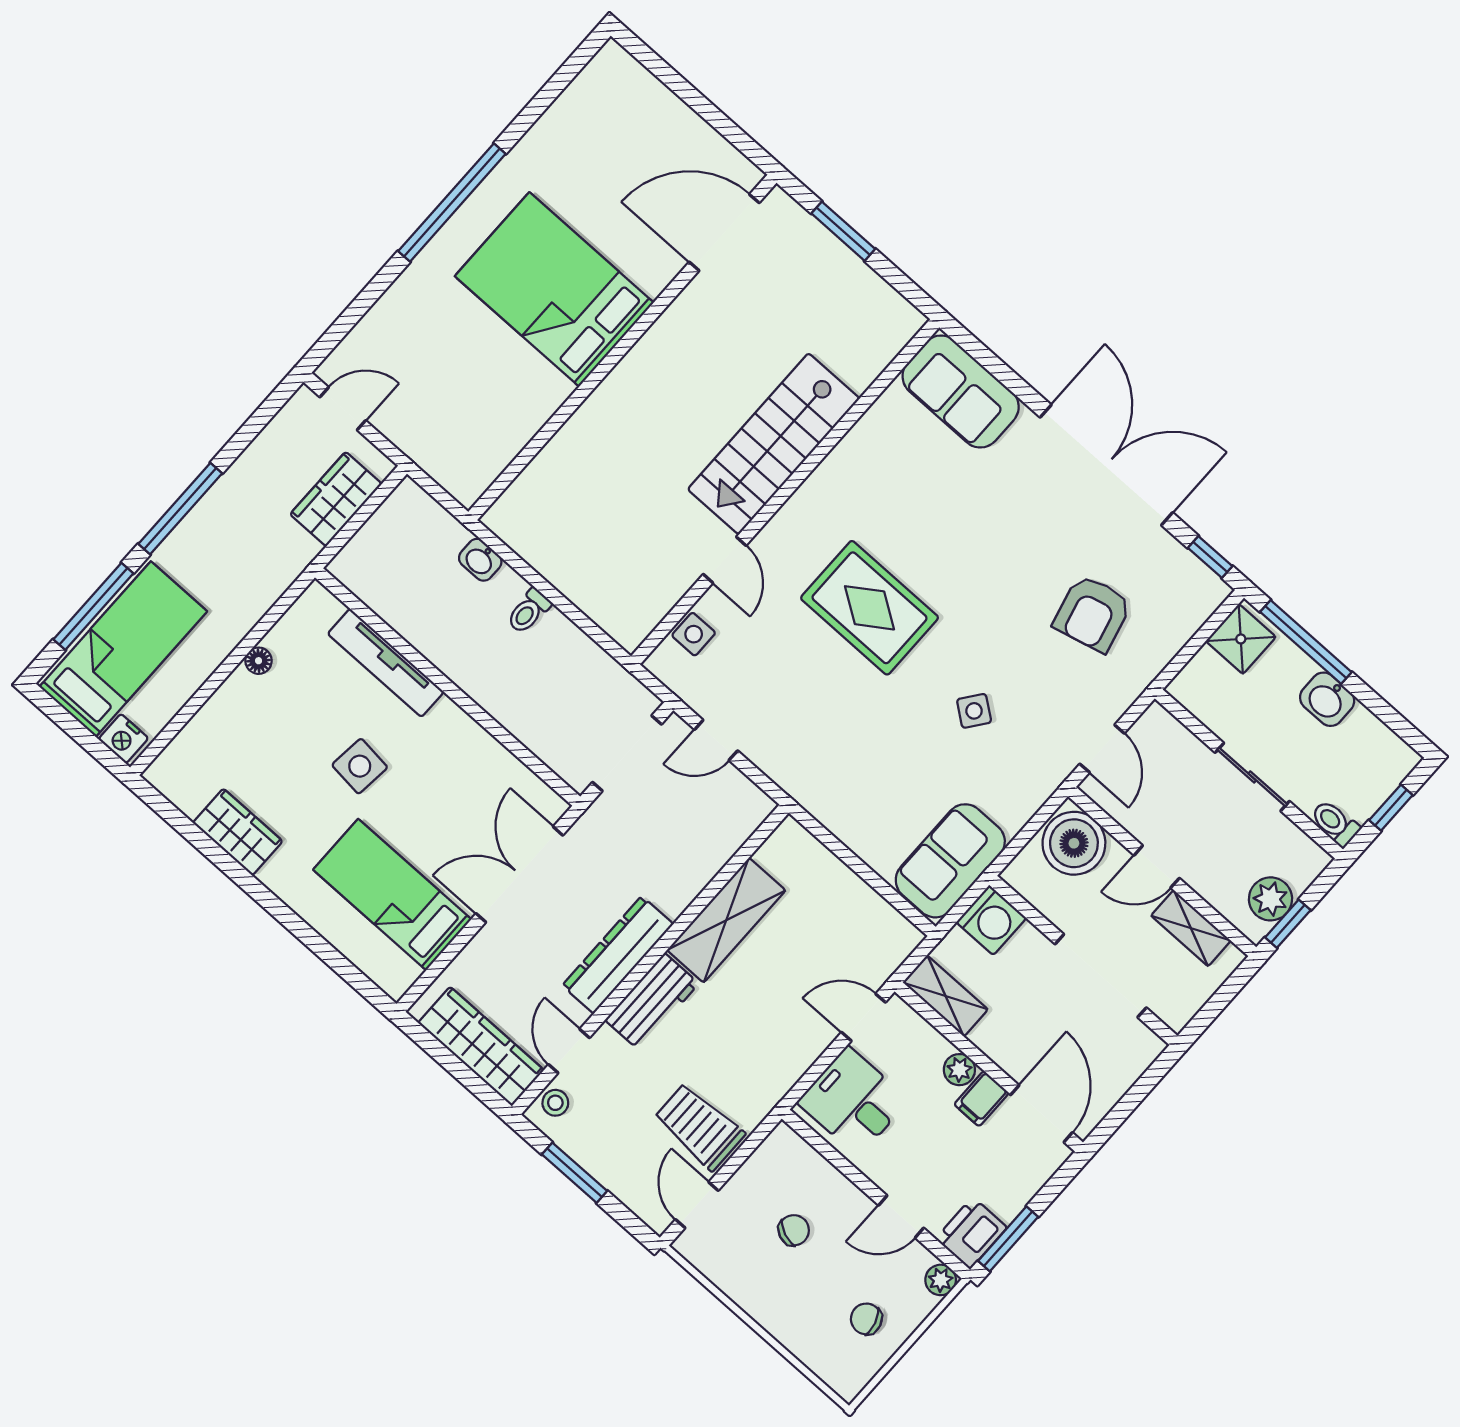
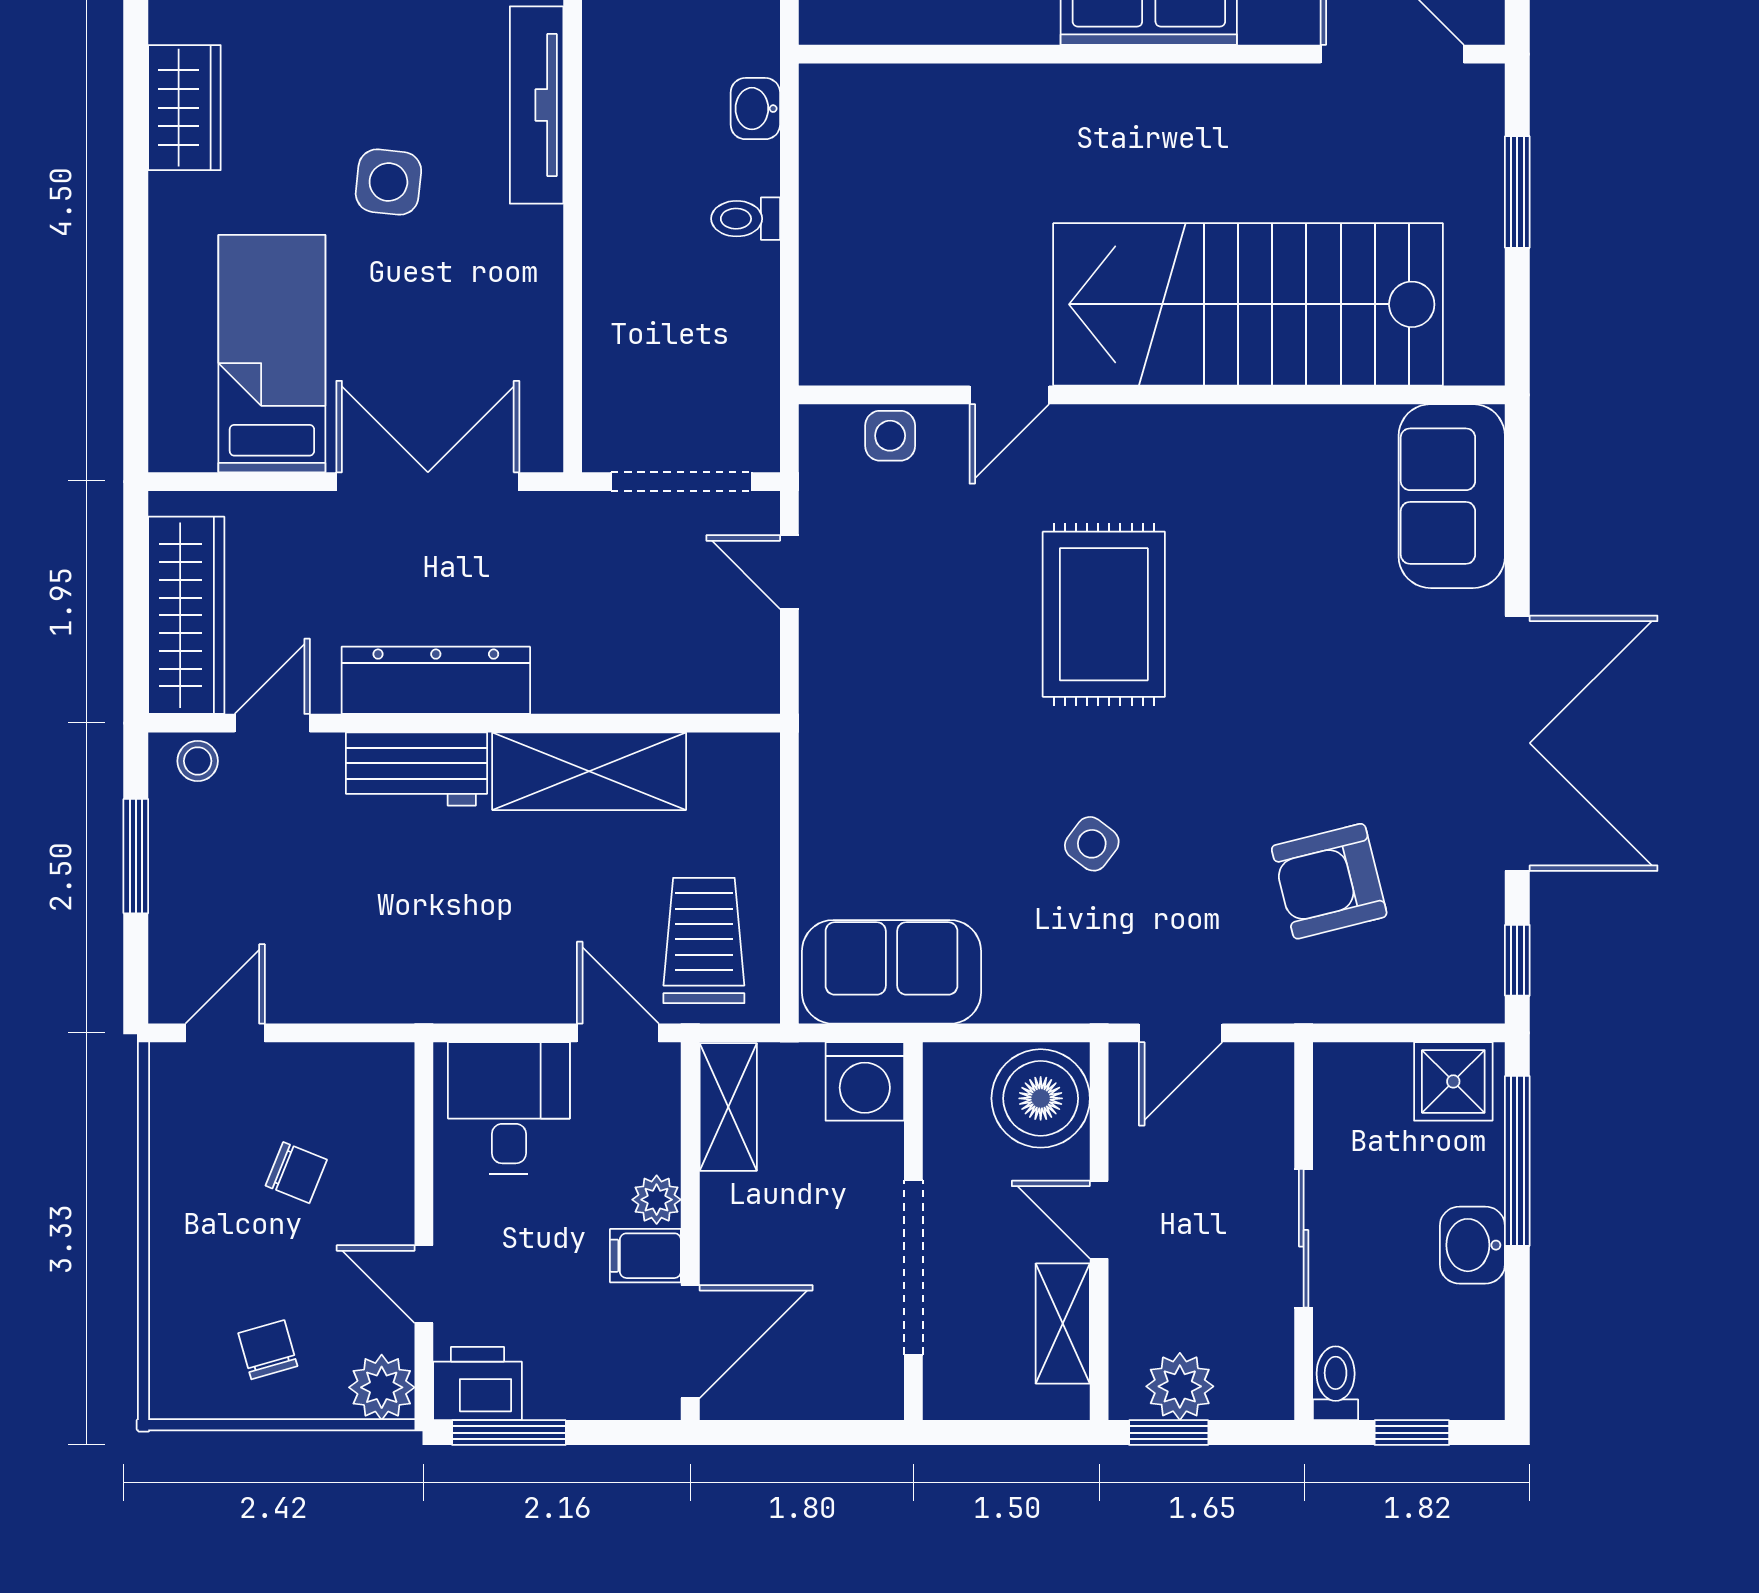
stairs: (774, 444) -> (1248, 304), width x1.36, depth x1.51
trolley: (699, 1127) -> (704, 940), moved
plant: (941, 1280) -> (382, 1387), width x1.38, depth x1.38

